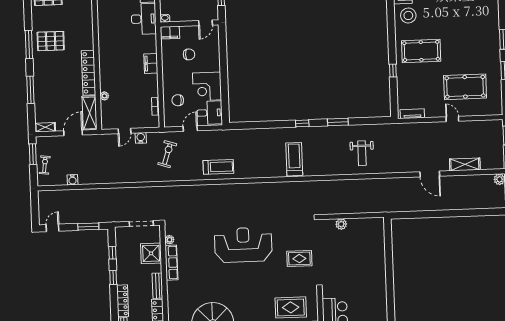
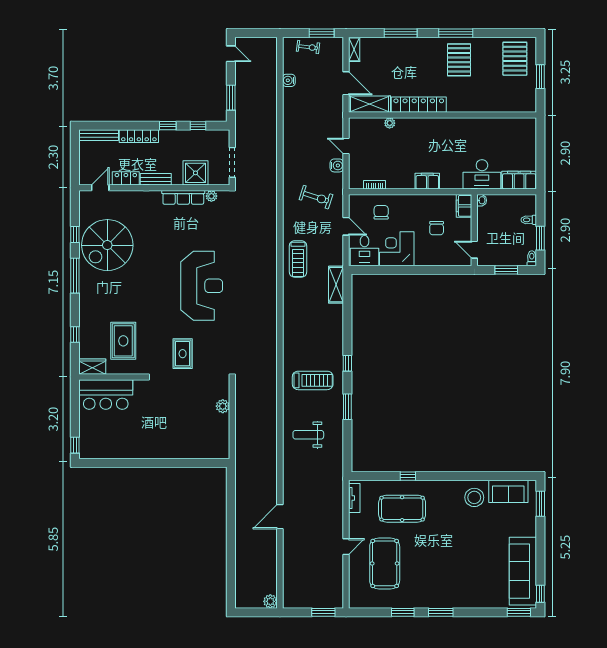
pool table: (421, 51) -> (402, 509), moved, turned 90
treadmill: (294, 159) -> (313, 380), moved
shelving: (465, 164) -> (336, 285), moved

